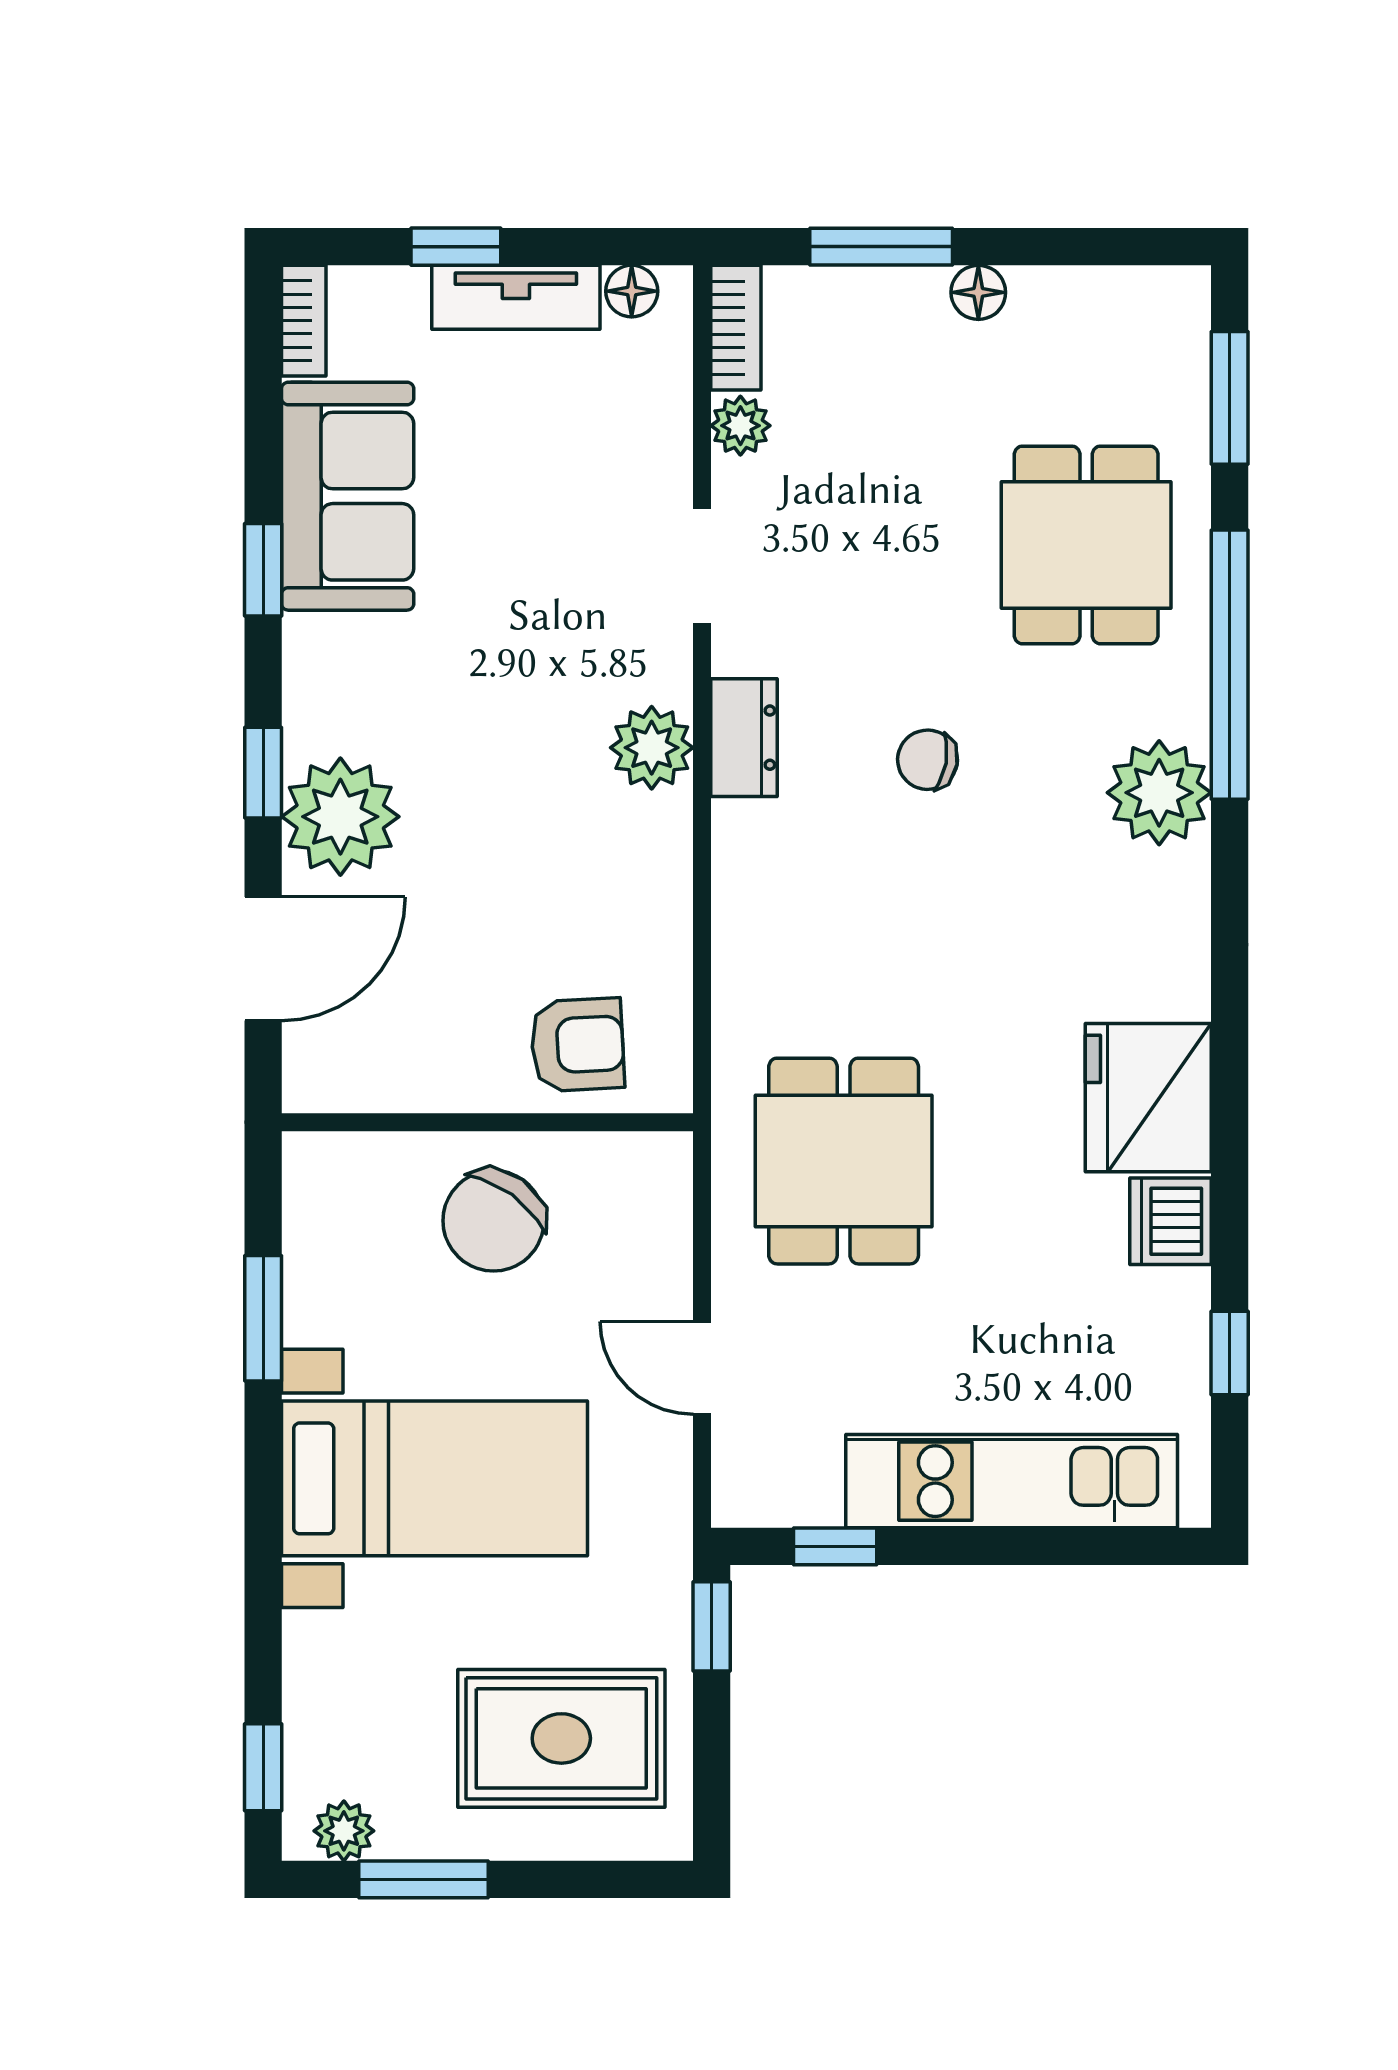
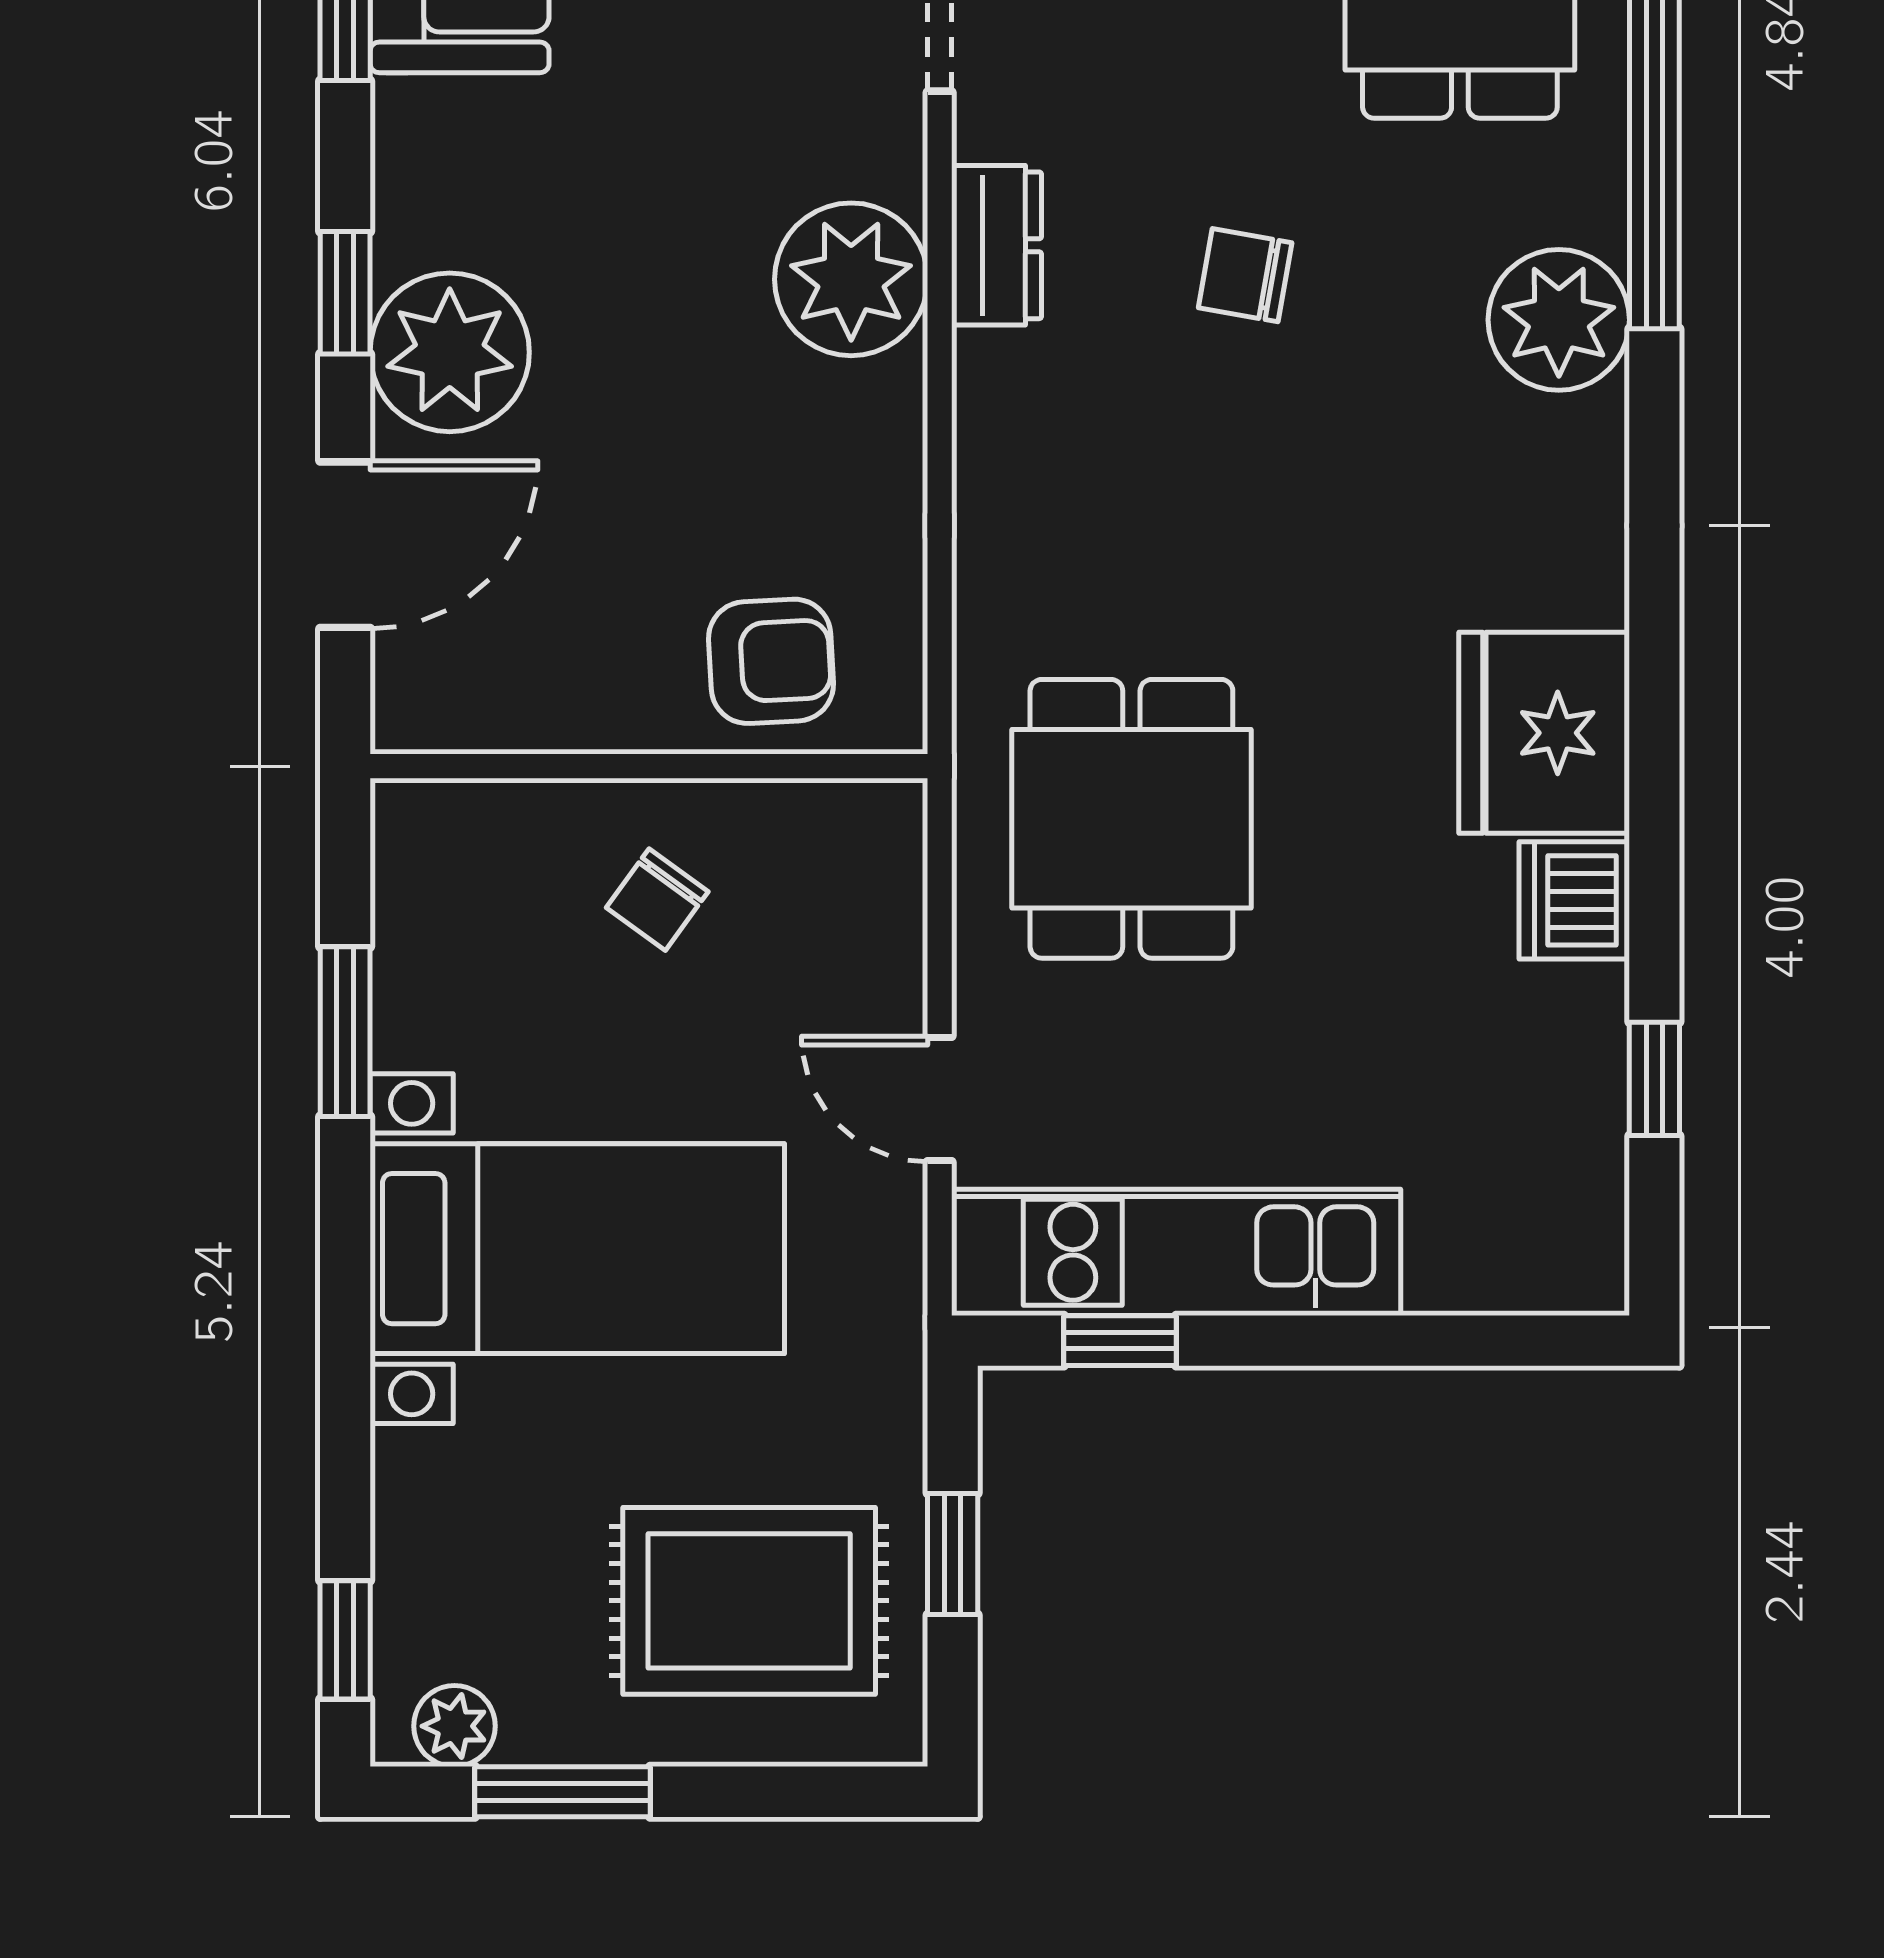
plant: (652, 748) -> (851, 279), width x1.36, depth x1.36
chair: (493, 1221) -> (657, 900), width x0.54, depth x0.54
kitchen unit: (1012, 1481) -> (1176, 1252), moved
window: (712, 1626) -> (953, 1554), moved

